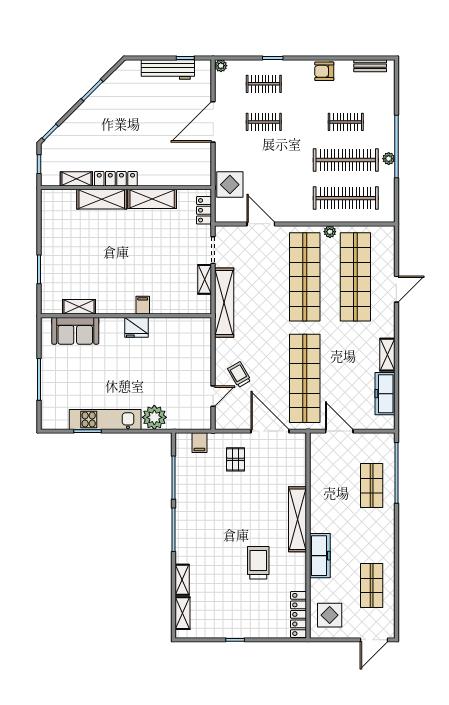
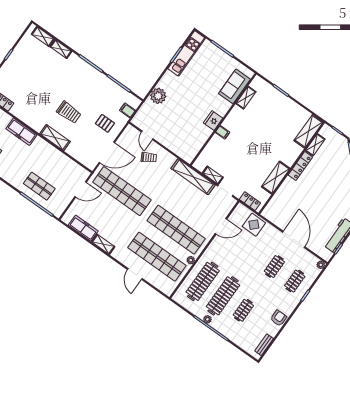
shelving: (102, 199) -> (309, 131), moved
kitchen unit: (105, 419) -> (187, 53), moved
shelving: (297, 519) -> (55, 138), width x0.68
trolley: (258, 563) -> (69, 112), moved

